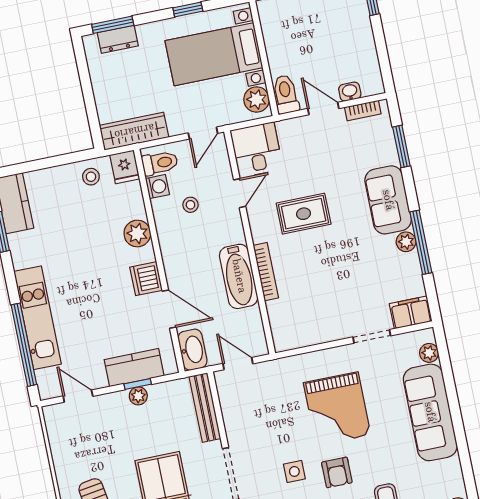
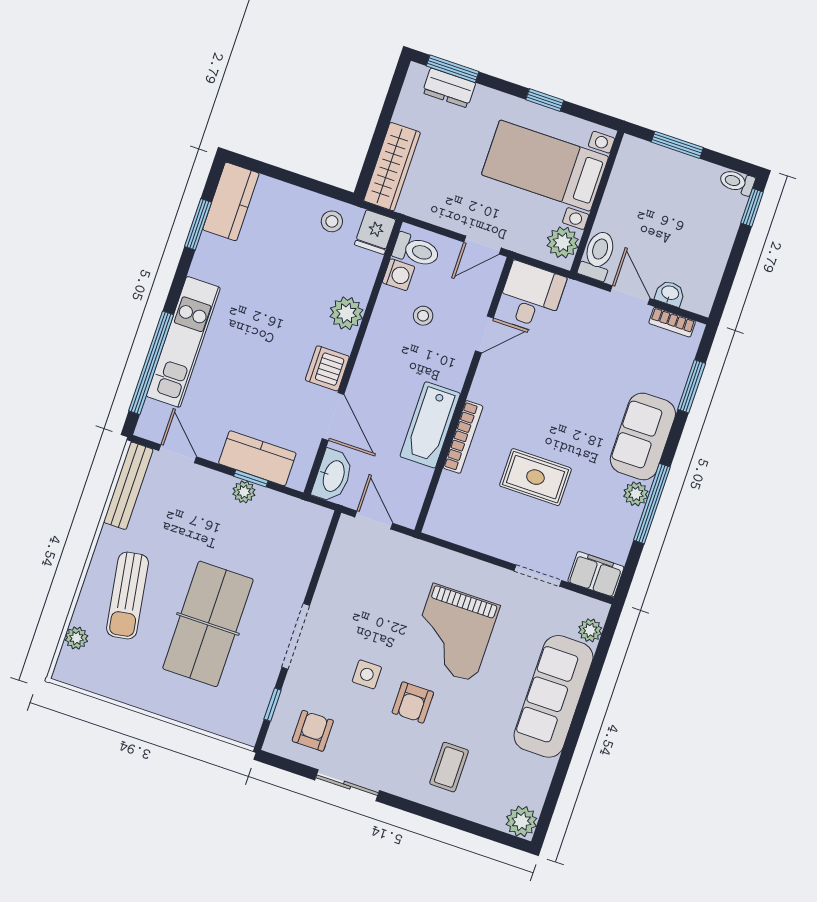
wardrobe: (134, 131) -> (392, 167), moved, turned 90
rug: (304, 214) -> (535, 477), moved
bench: (205, 407) -> (128, 486), moved

